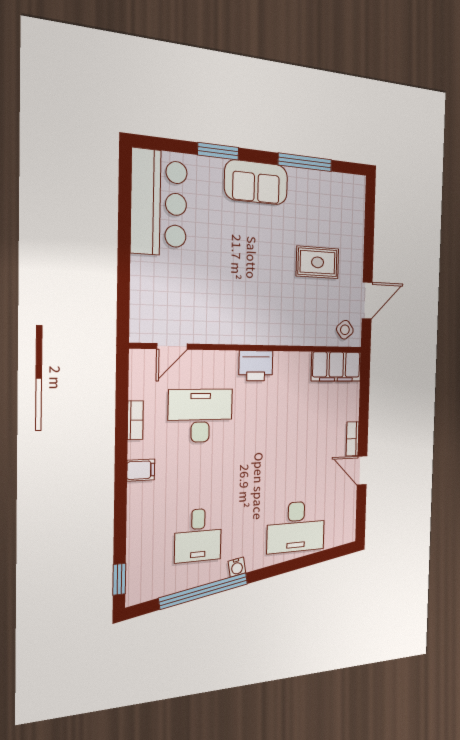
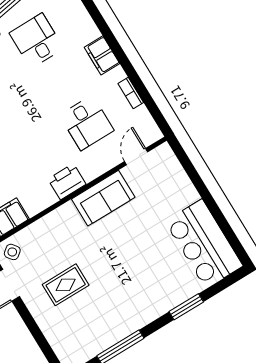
sofa: (256, 182) -> (103, 198), moved, turned 180
desk: (200, 416) -> (87, 123), width x0.73
filing cabinet: (141, 470) -> (102, 55), width x2.00

